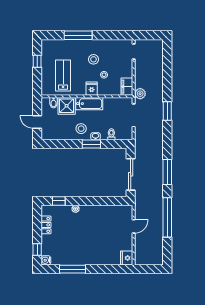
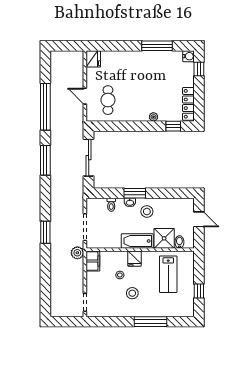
cafe table: (114, 223) -> (108, 100), added
locker: (46, 225) -> (188, 104), width x1.53
door: (134, 226) -> (85, 96), hinge flipped

